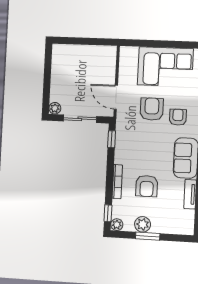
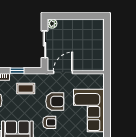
window: (112, 139) -> (17, 71), moved
coffee table: (134, 145) -> (26, 88), added

